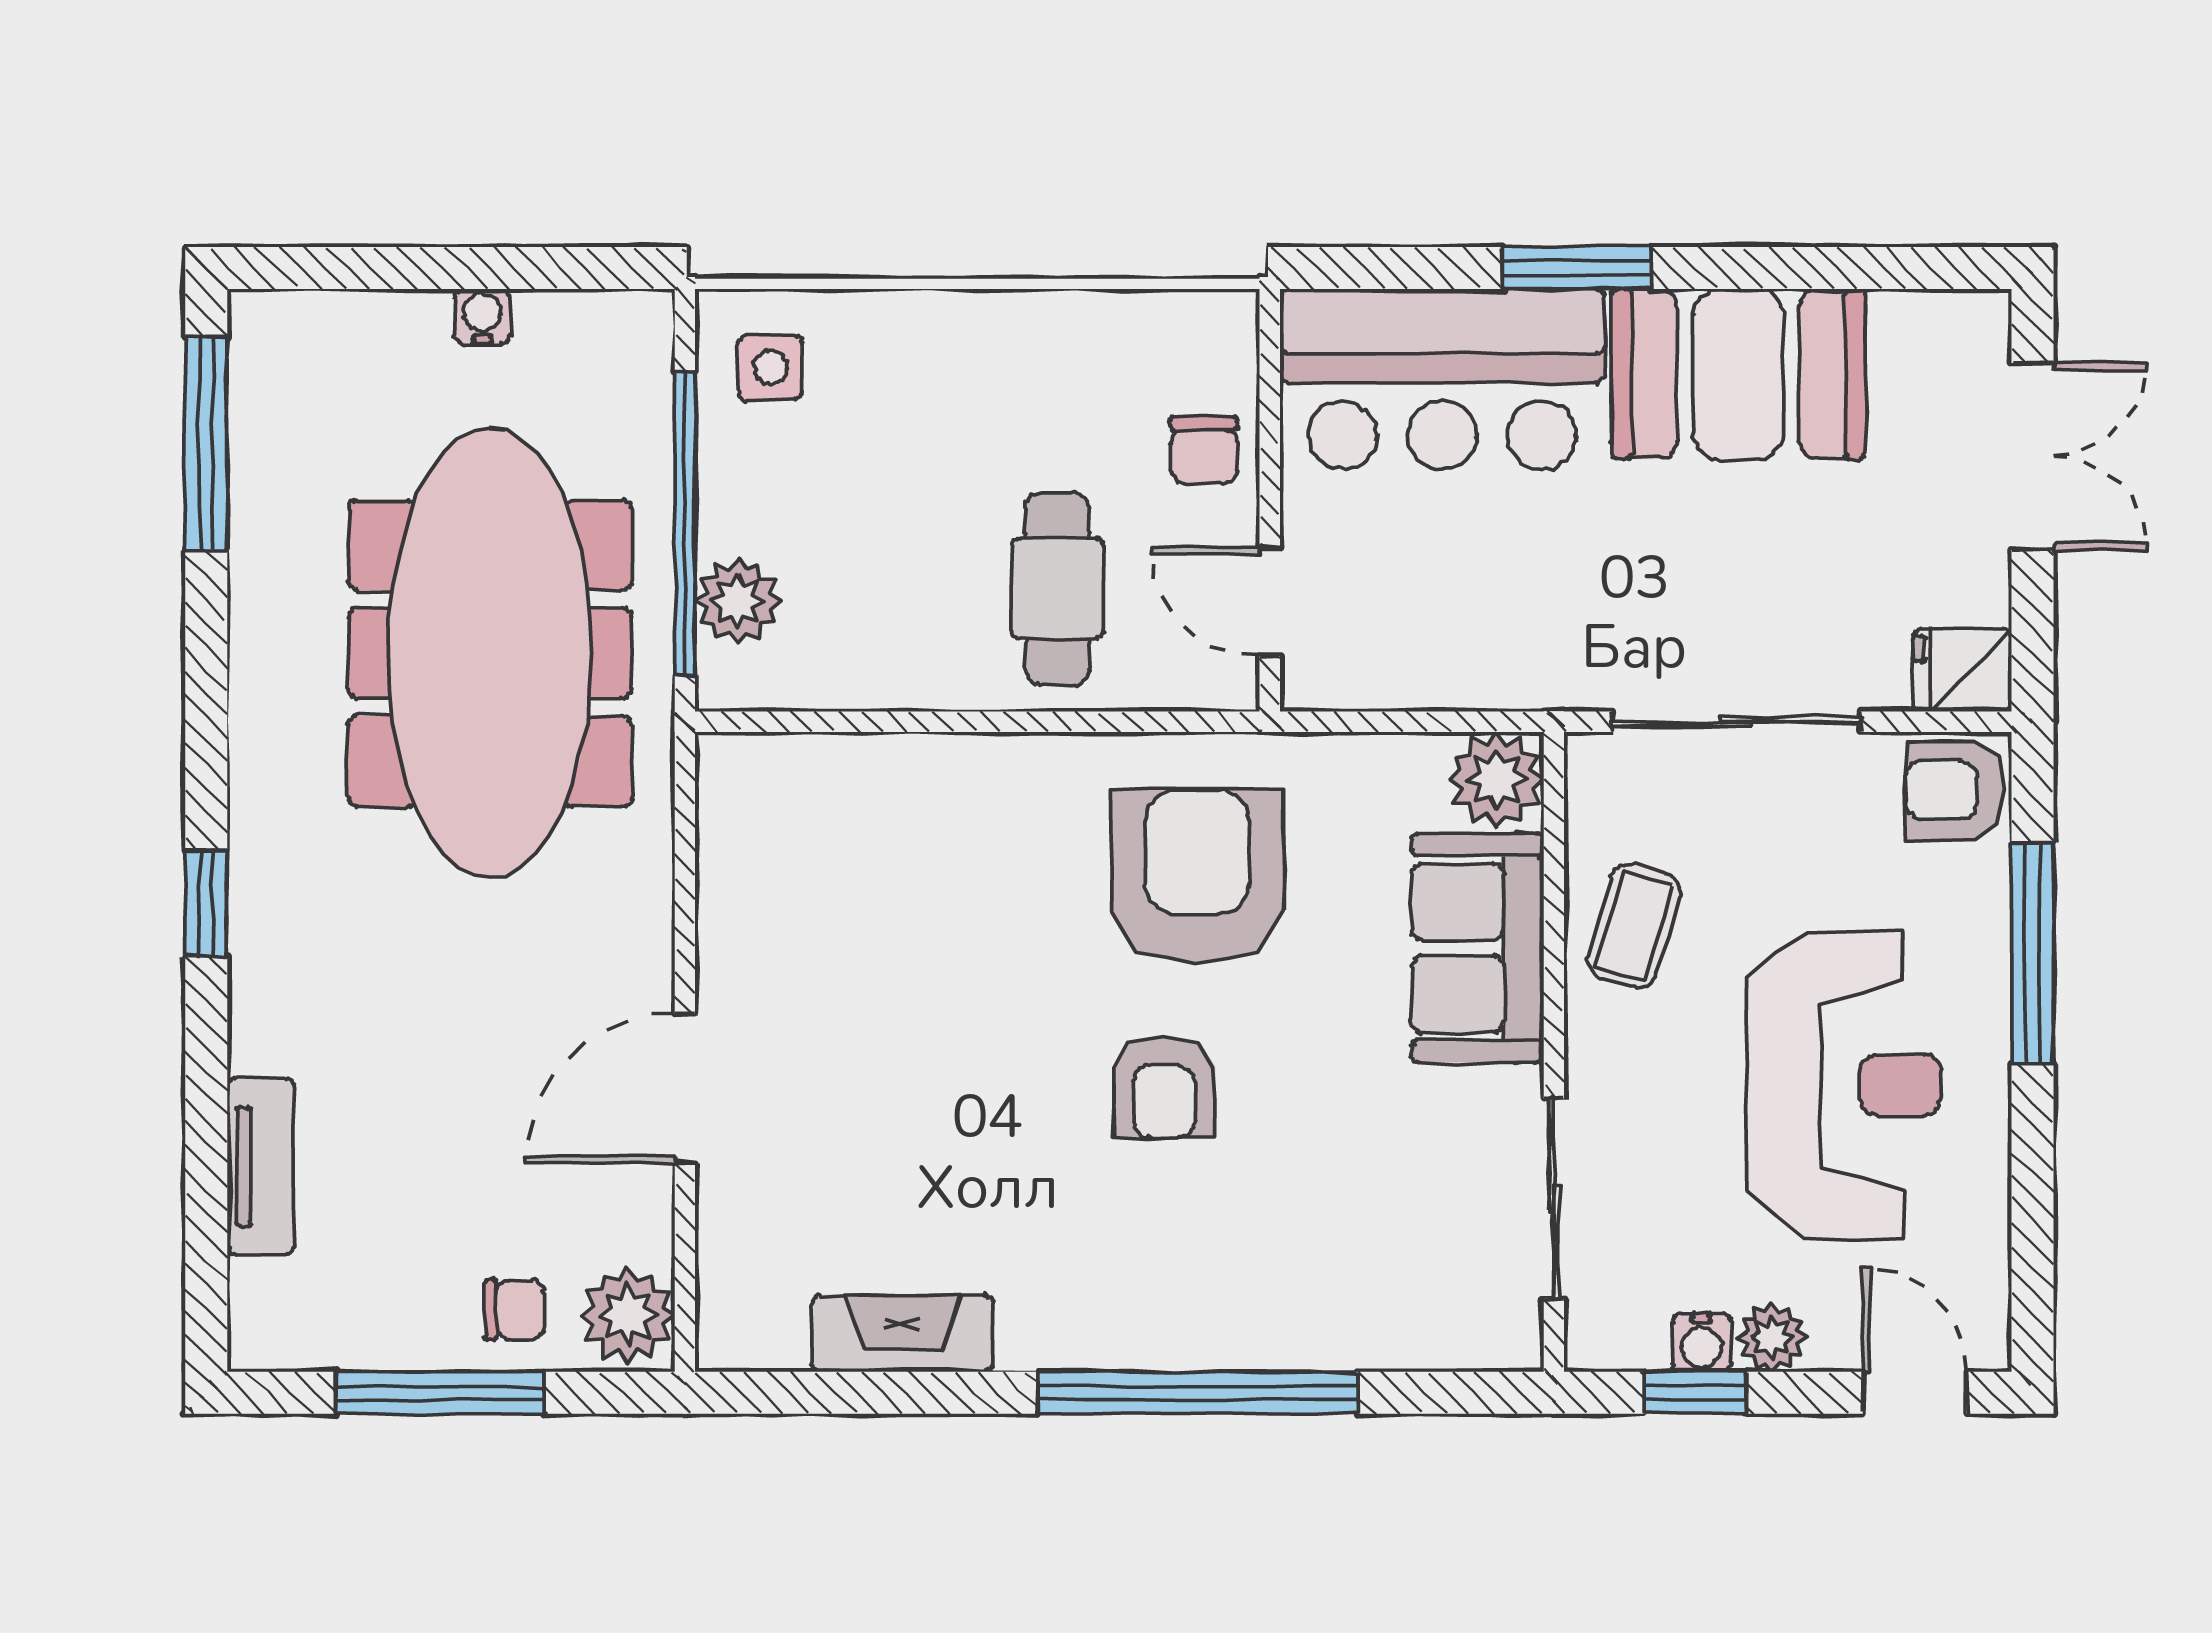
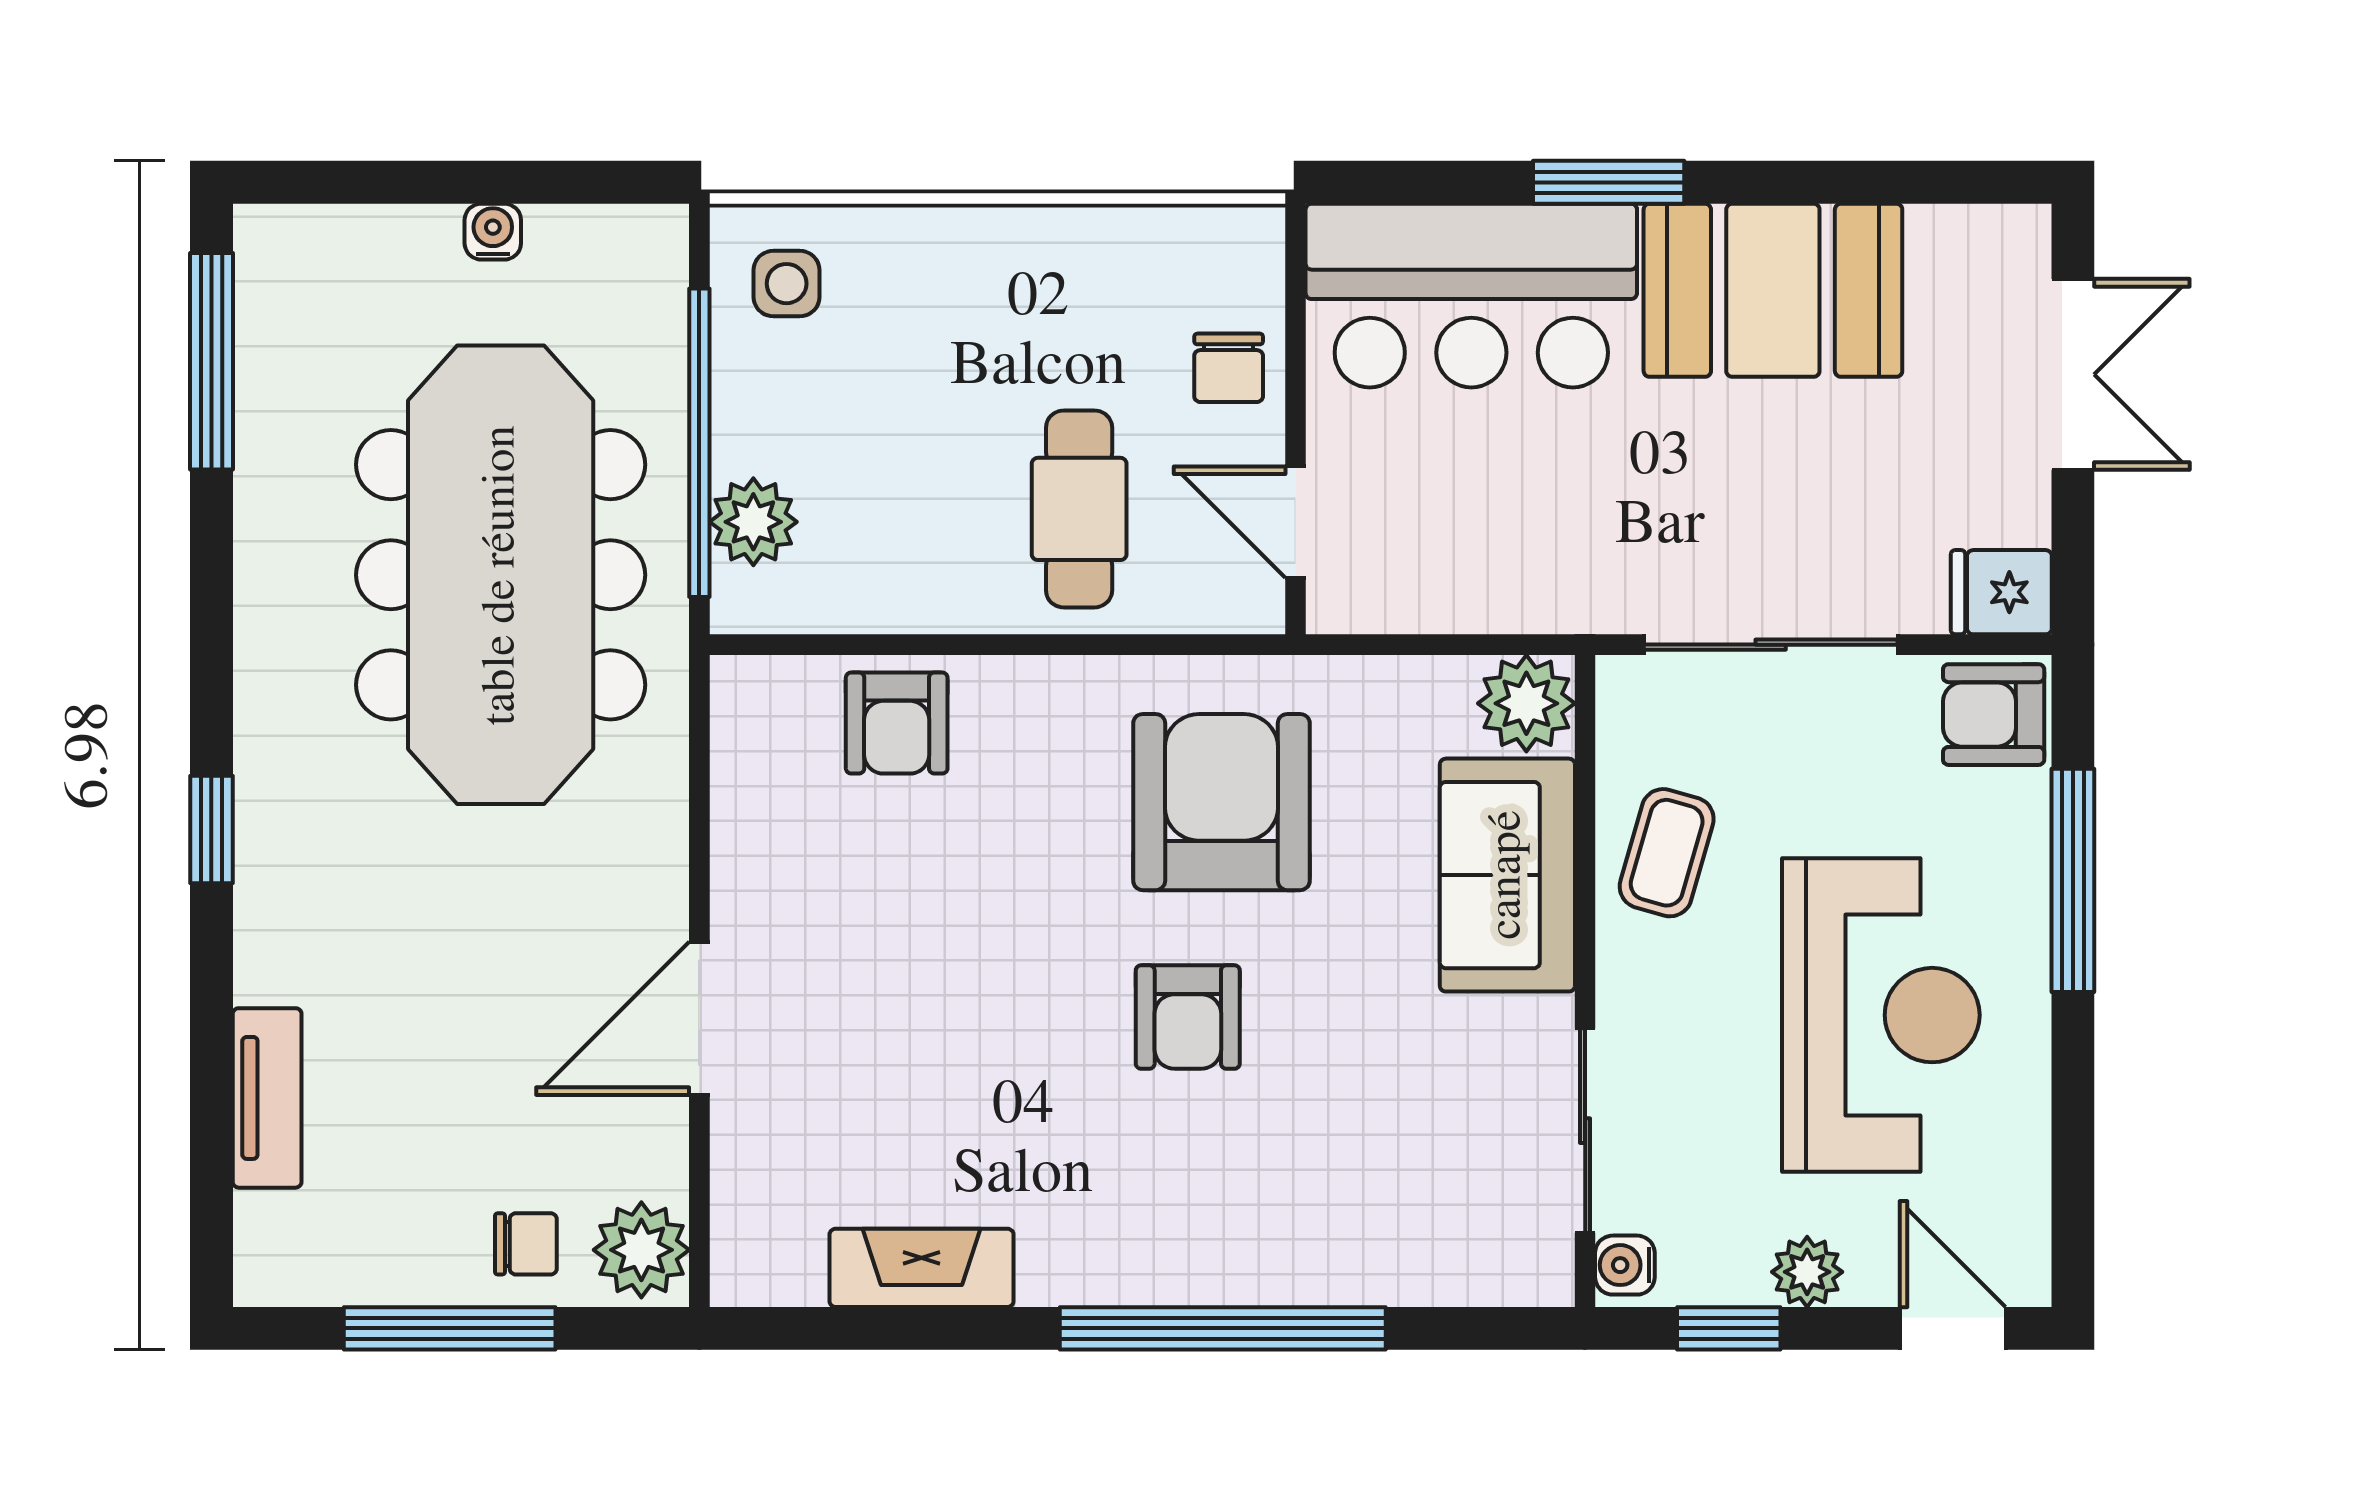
armchair: (878, 799) -> (897, 723), added
water cooler: (1701, 1343) -> (1625, 1265), moved, turned 90

